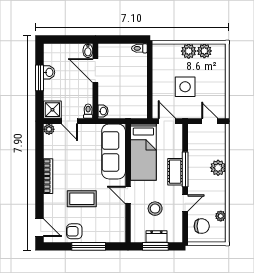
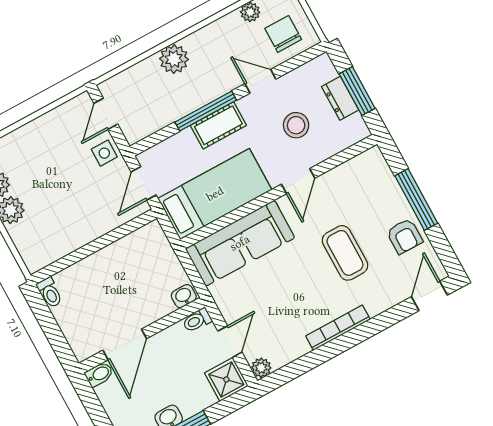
side table: (185, 87) -> (104, 153), moved, width x0.54, depth x0.54

